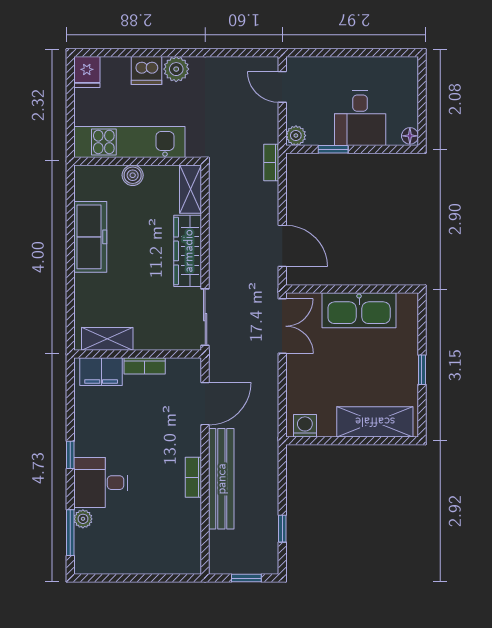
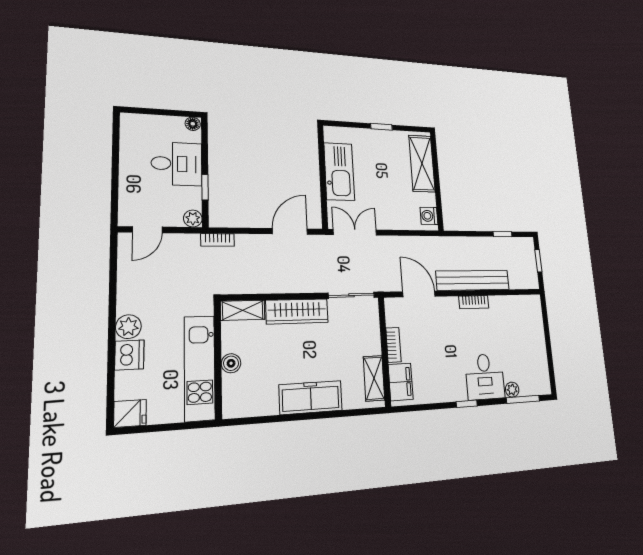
freezer: (90, 237) -> (311, 398), moved

